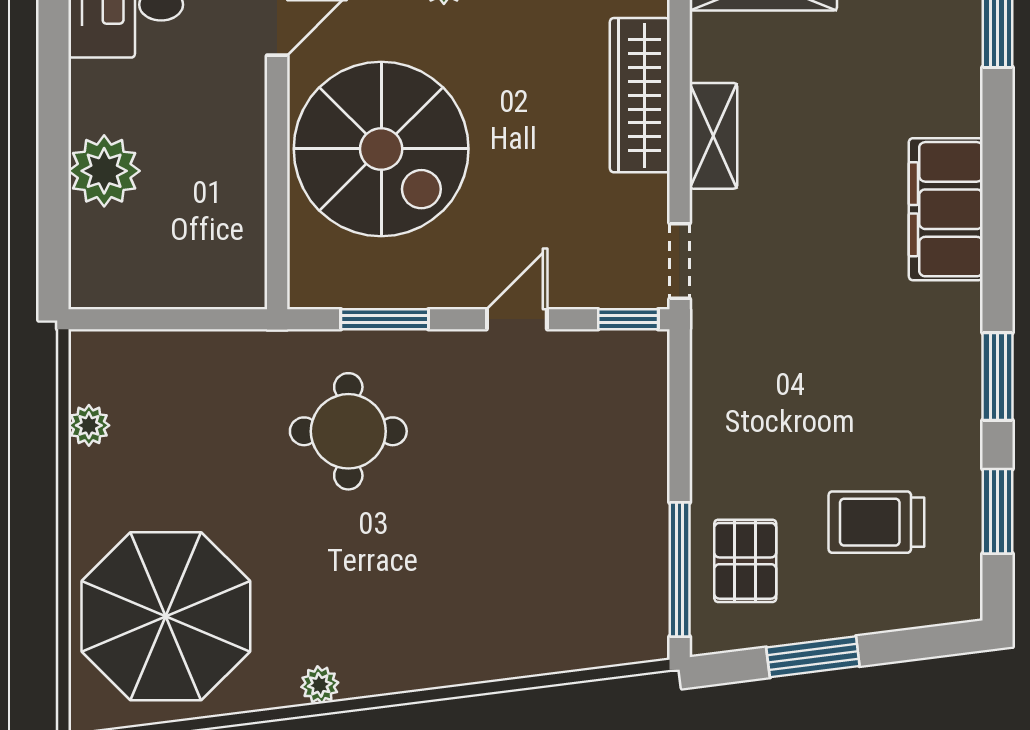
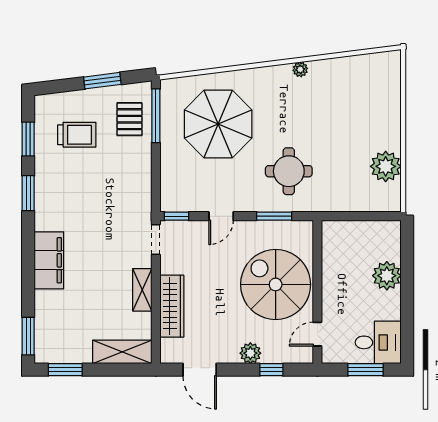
plant: (89, 425) -> (386, 166), width x1.87, depth x1.87
parasol: (166, 616) -> (218, 124), moved

